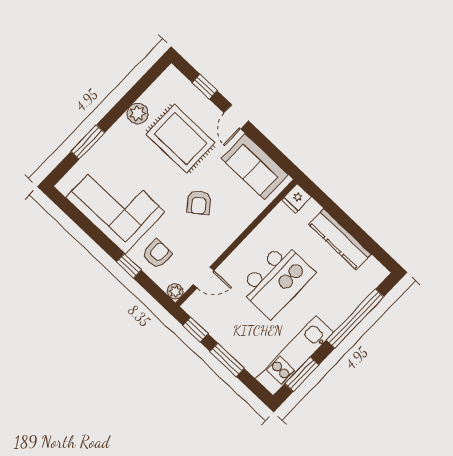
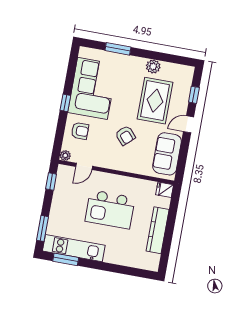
armchair: (199, 203) -> (125, 135), turned -95
window: (129, 266) -> (65, 103), moved
door: (204, 277) -> (84, 166), hinge flipped
window: (355, 319) -> (118, 269), removed
window: (227, 360) -> (43, 228), moved

